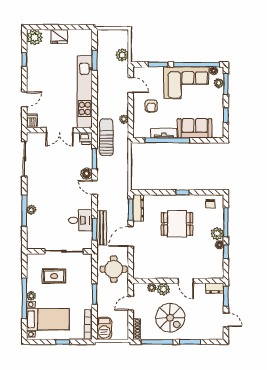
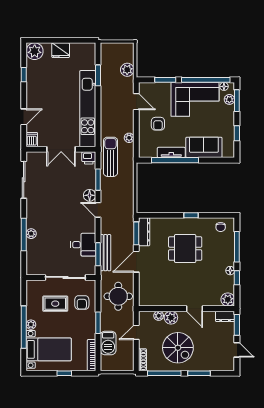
plant: (217, 233) -> (228, 300), moved
armchair: (79, 275) -> (82, 302), added
barbecue: (104, 328) -> (108, 343), moved

